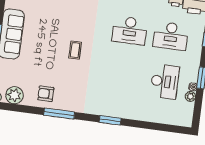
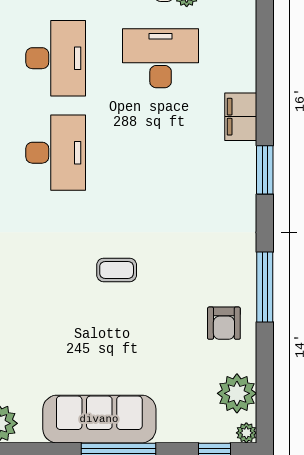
filing cabinet: (135, 113) -> (241, 117), added

